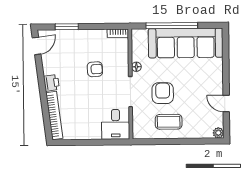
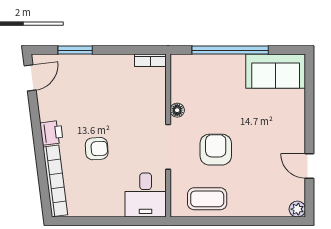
sofa: (186, 43) -> (276, 71), width x0.54, depth x0.79
armchair: (95, 69) -> (97, 149), moved
coffee table: (169, 122) -> (207, 199), moved

